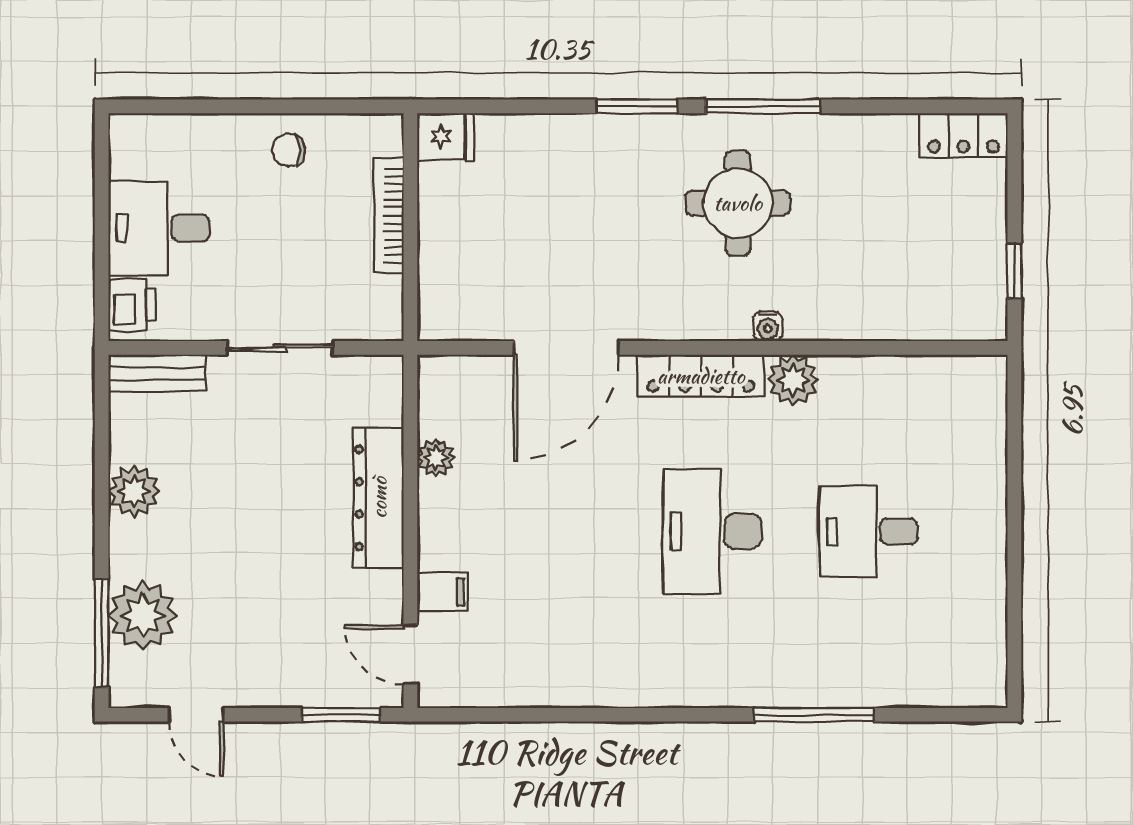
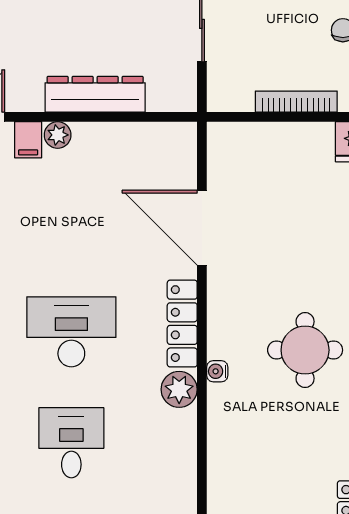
plant: (436, 458) -> (58, 135), moved

